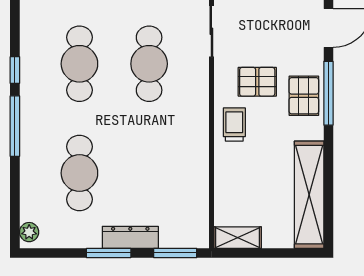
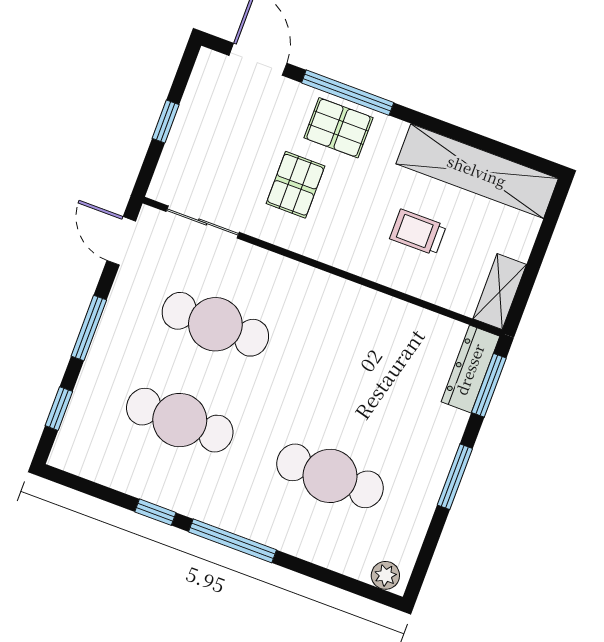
trolley: (234, 125) -> (418, 232), moved
dresser: (130, 237) -> (470, 369), moved

